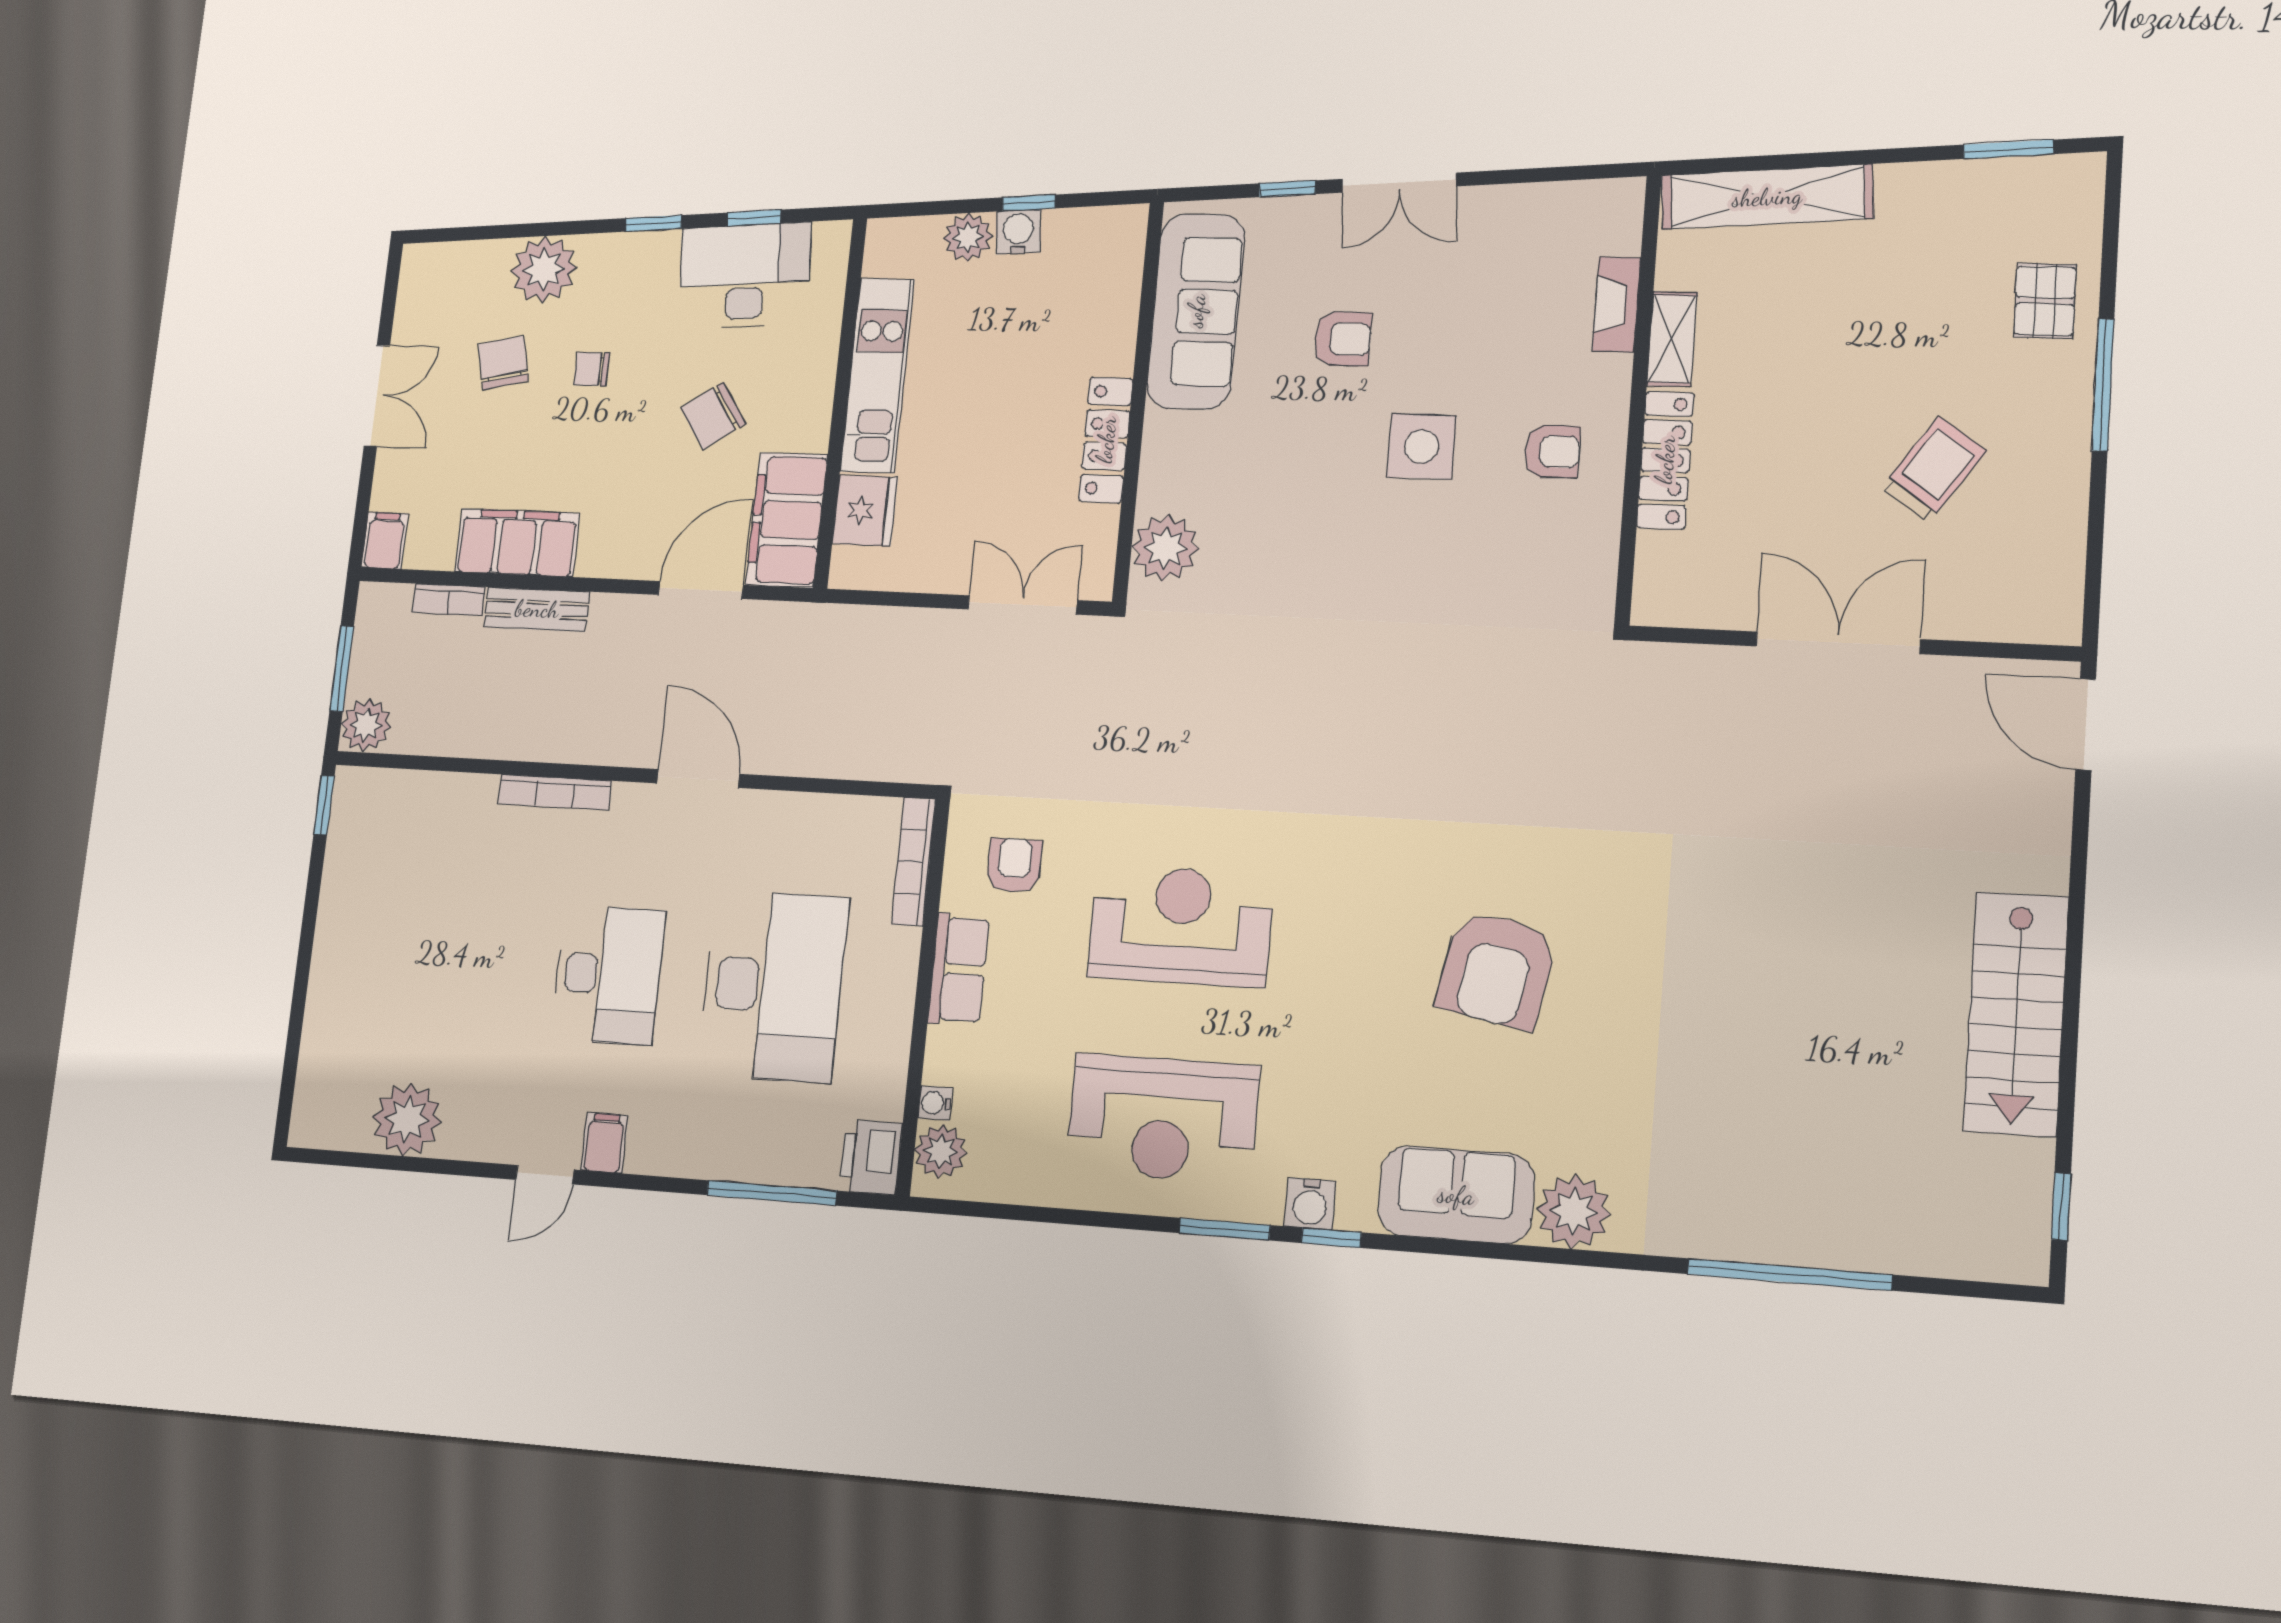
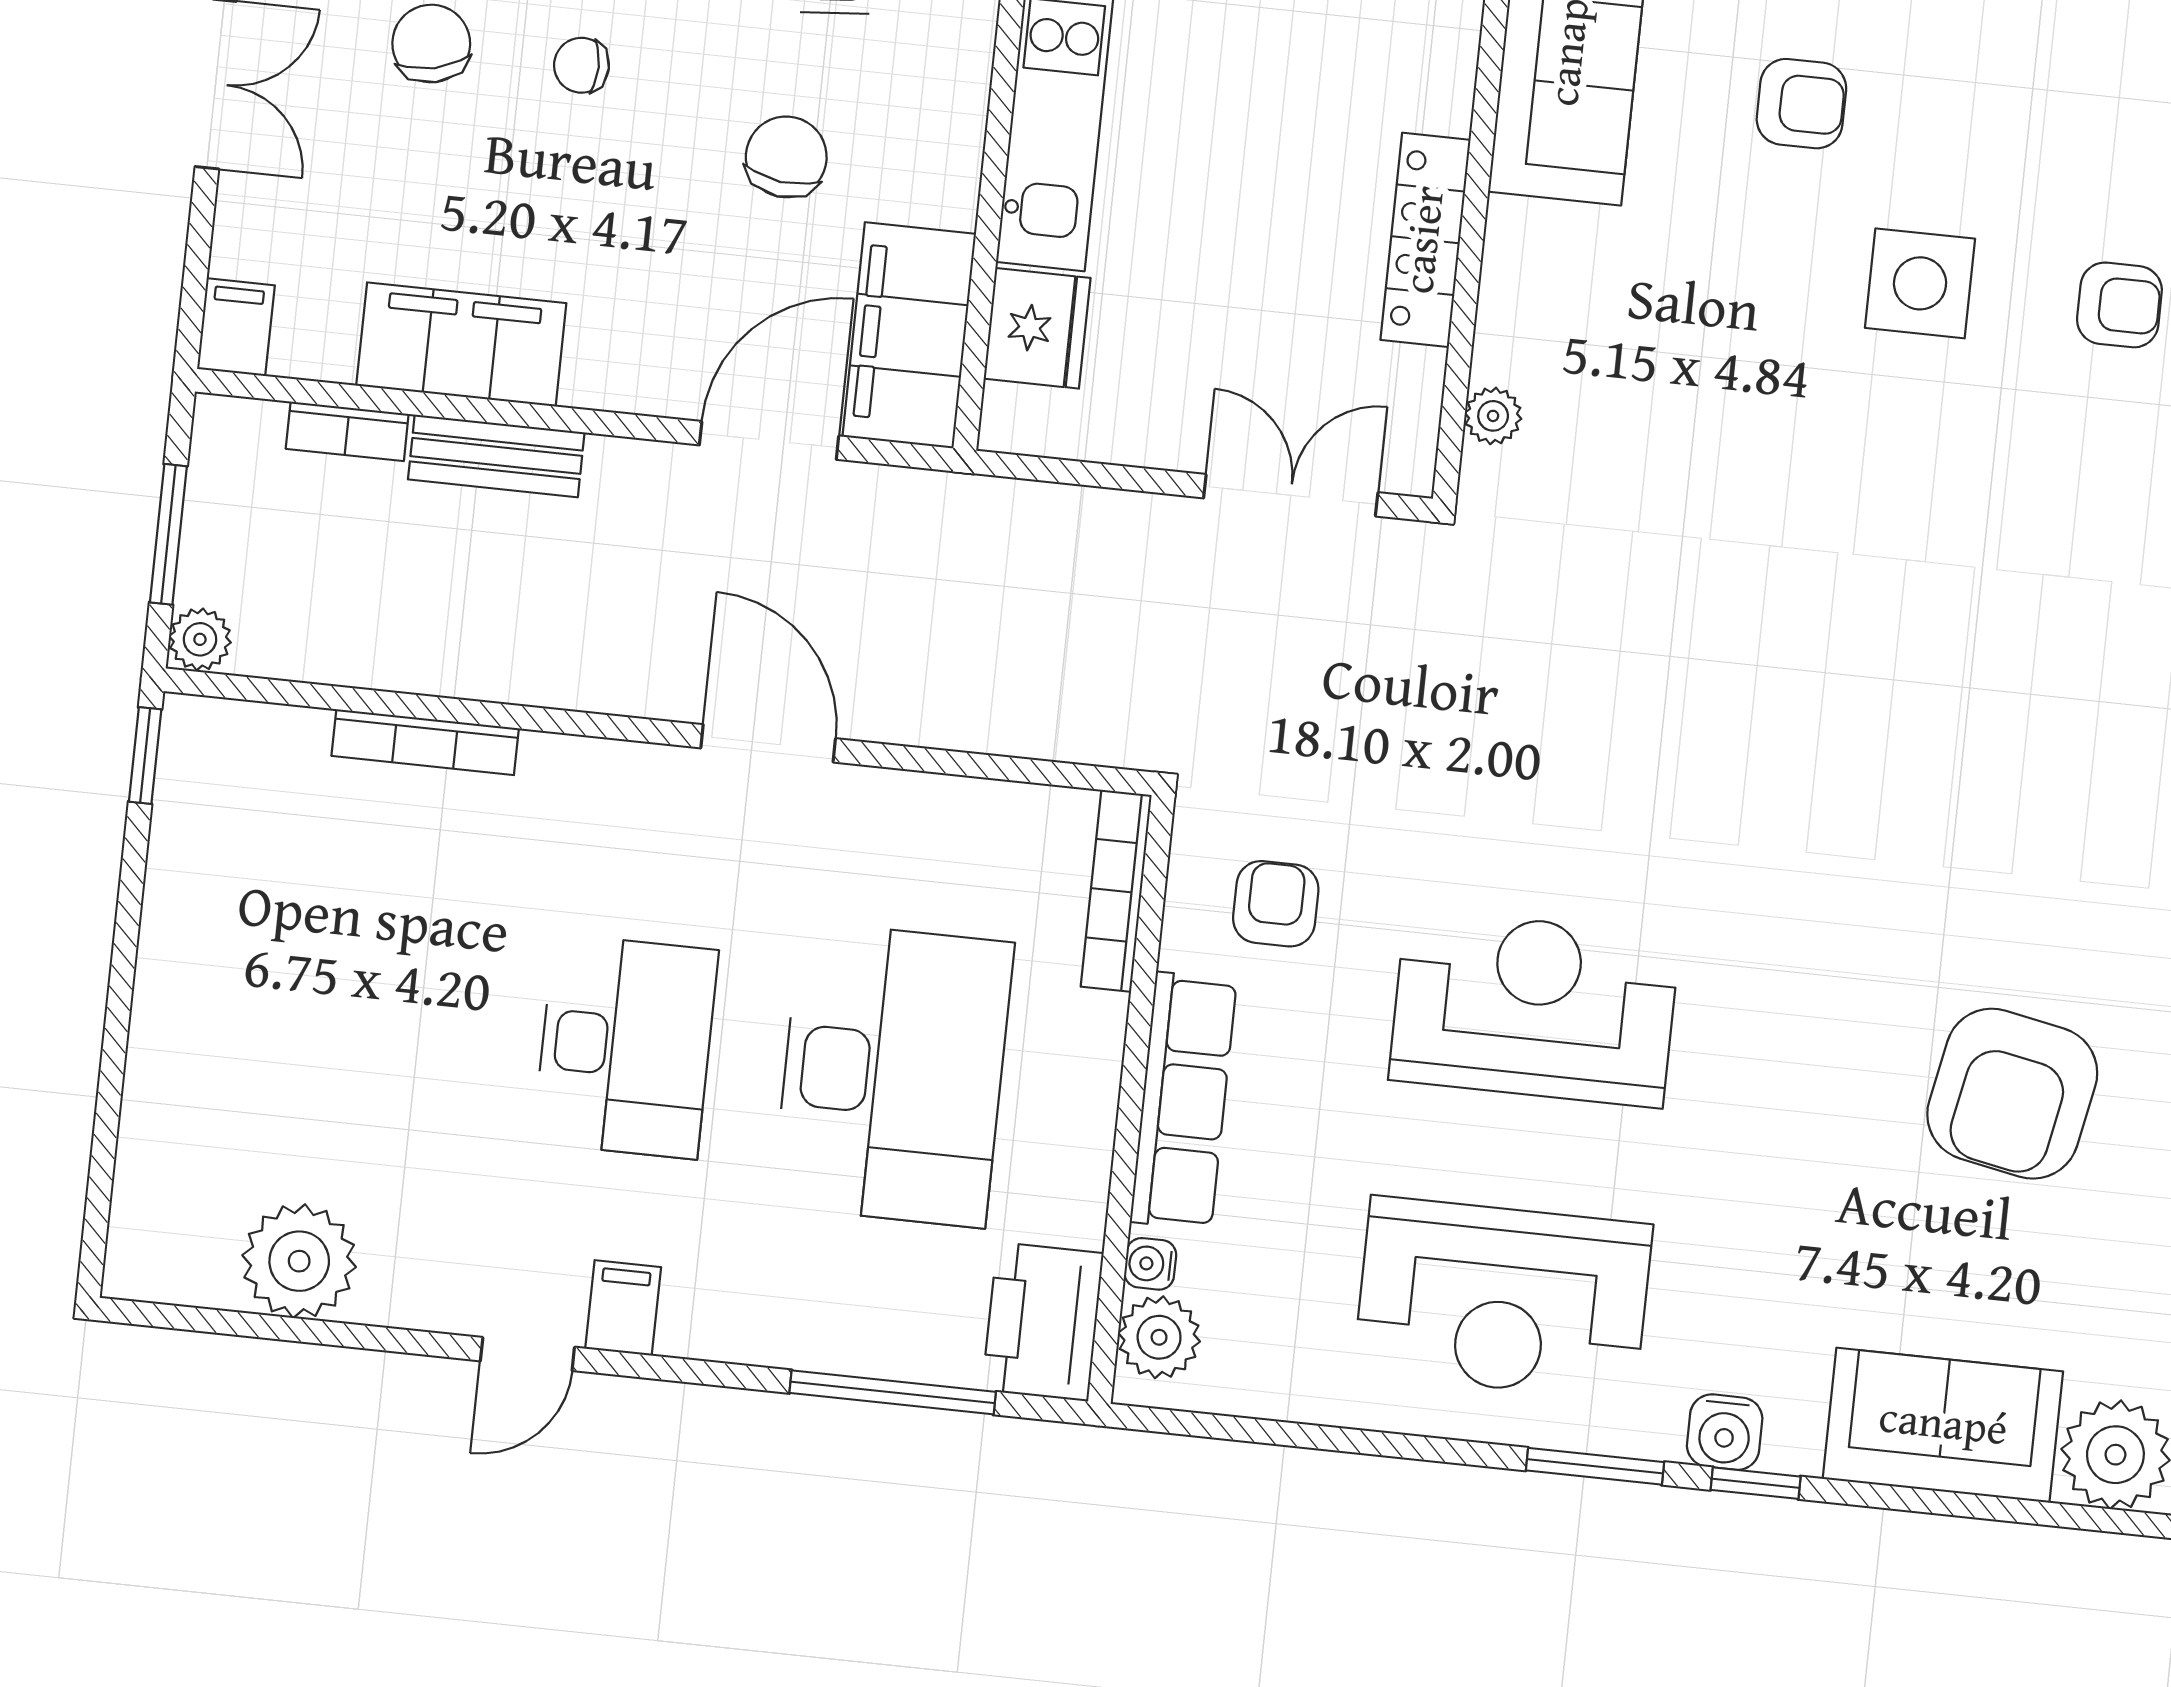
chair: (713, 416) -> (786, 157), turned 131
plant: (1165, 548) -> (1493, 416), width x0.53, depth x0.53
plant: (366, 725) -> (200, 639), width x0.73, depth x0.73
bookcase: (555, 792) -> (425, 742), moved
row of seats: (959, 969) -> (1183, 1101), width x1.48
printer: (871, 1157) -> (1043, 1322), width x1.37, depth x1.19

